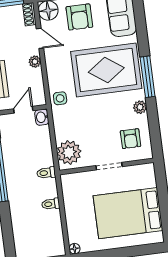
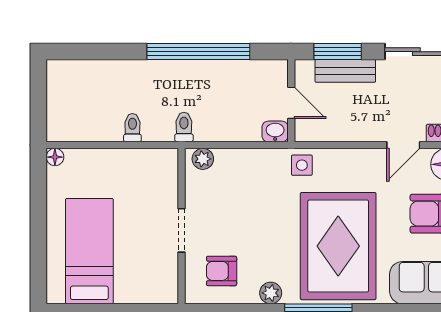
plant: (35, 62) -> (367, 132), removed
plant: (69, 152) -> (203, 159), width x0.53, depth x0.53
bed: (128, 213) -> (89, 251), width x0.67

